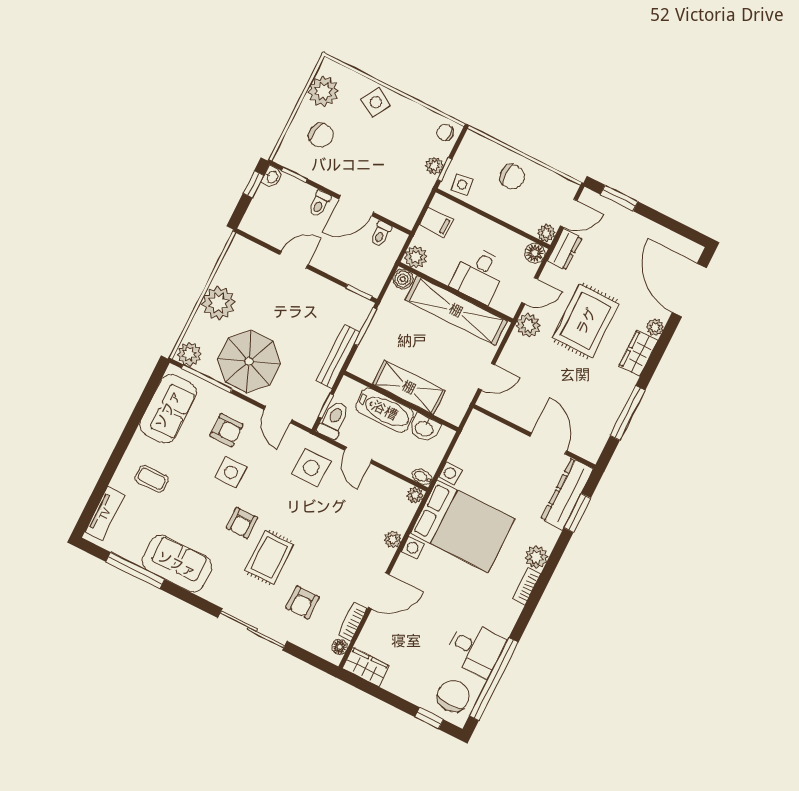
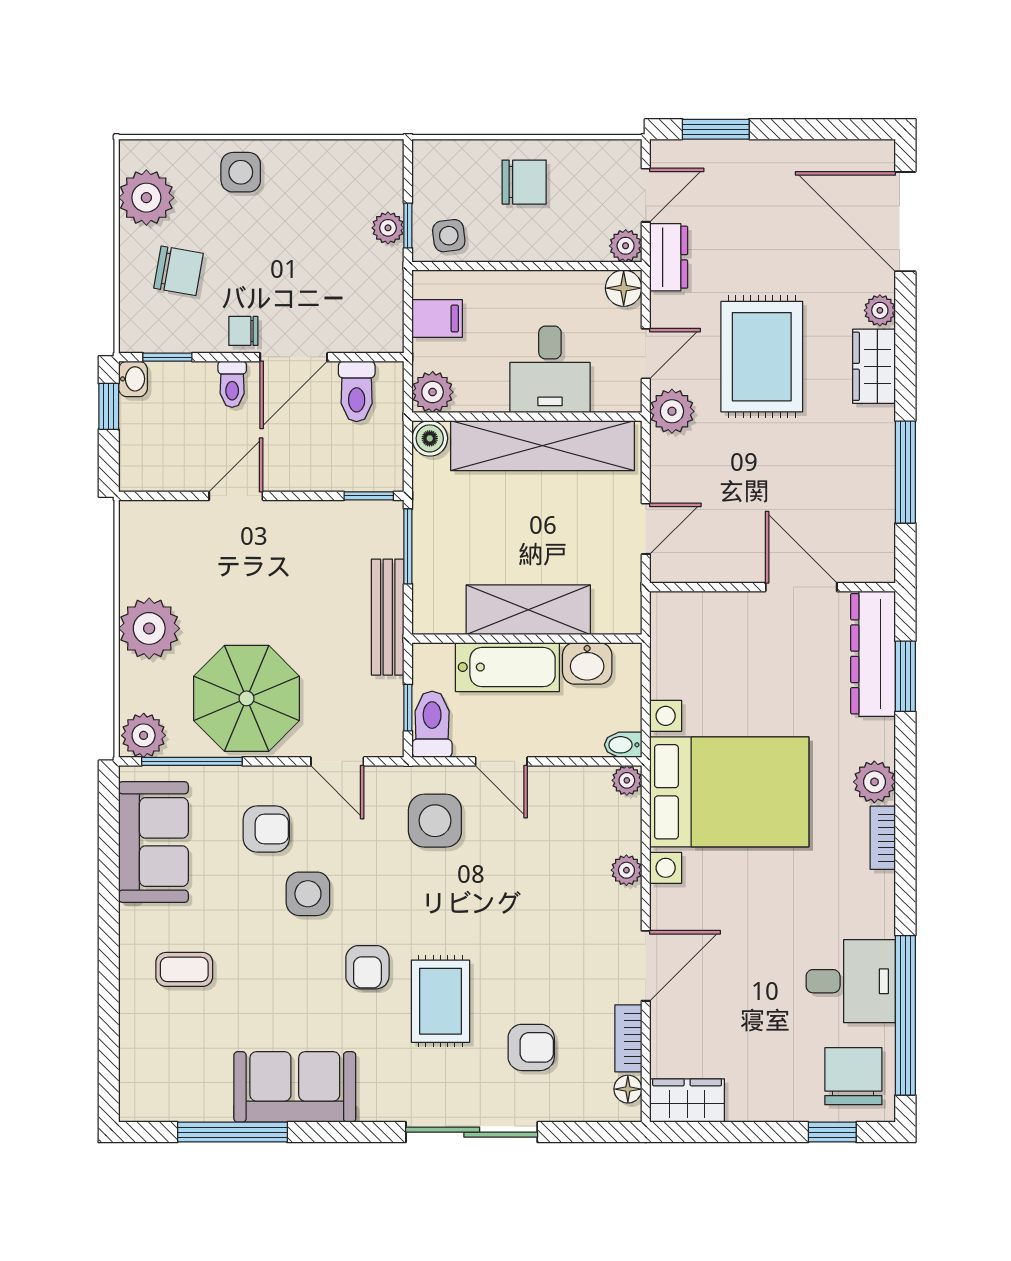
side table: (376, 102) -> (241, 172), turned -31
chair: (445, 133) -> (243, 331), moved
toilet: (381, 234) -> (357, 391), width x1.37, depth x1.39
tv unit: (105, 514) -> (136, 1064), removed
armchair: (302, 603) -> (531, 1047), turned -90

